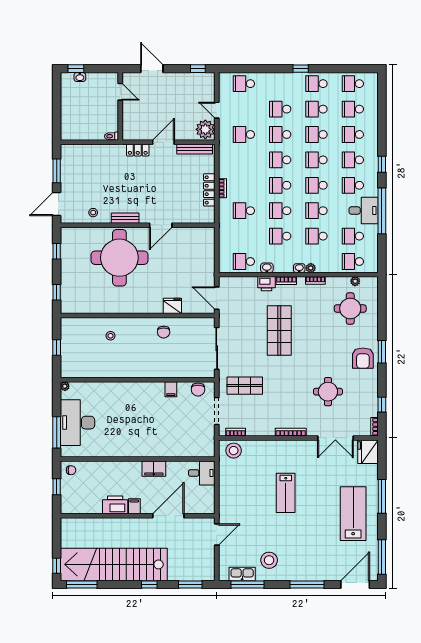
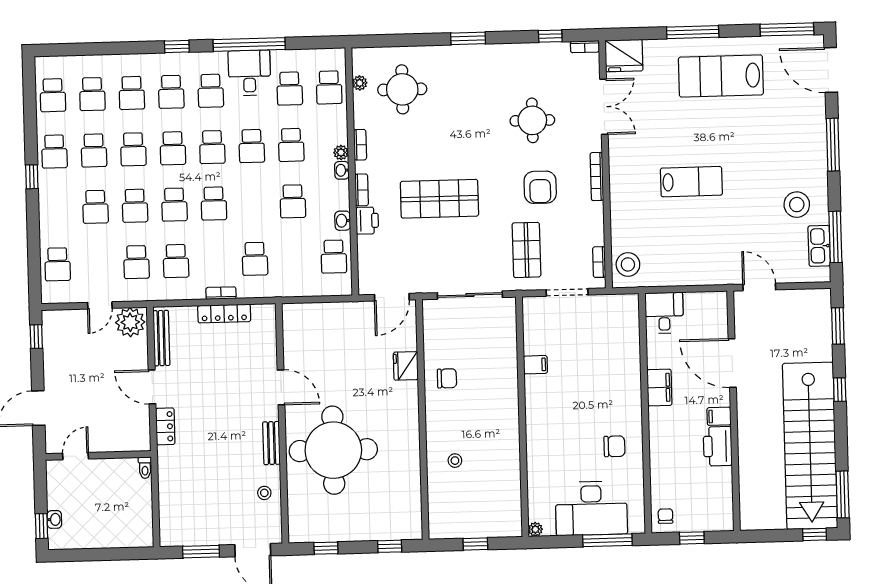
school desk: (280, 211) -> (176, 261), moved
armchair: (363, 358) -> (540, 187), moved, turned 90
chair: (198, 390) -> (614, 446), moved

